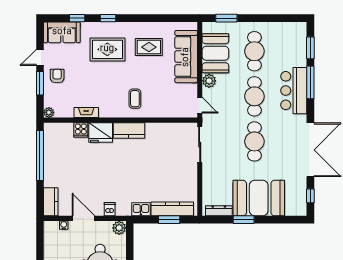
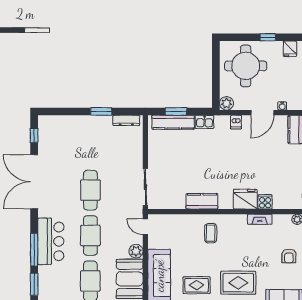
kitchen counter: (129, 130) -> (202, 201), moved
booth: (259, 198) -> (86, 133), removed
door: (83, 218) -> (262, 113), hinge flipped

